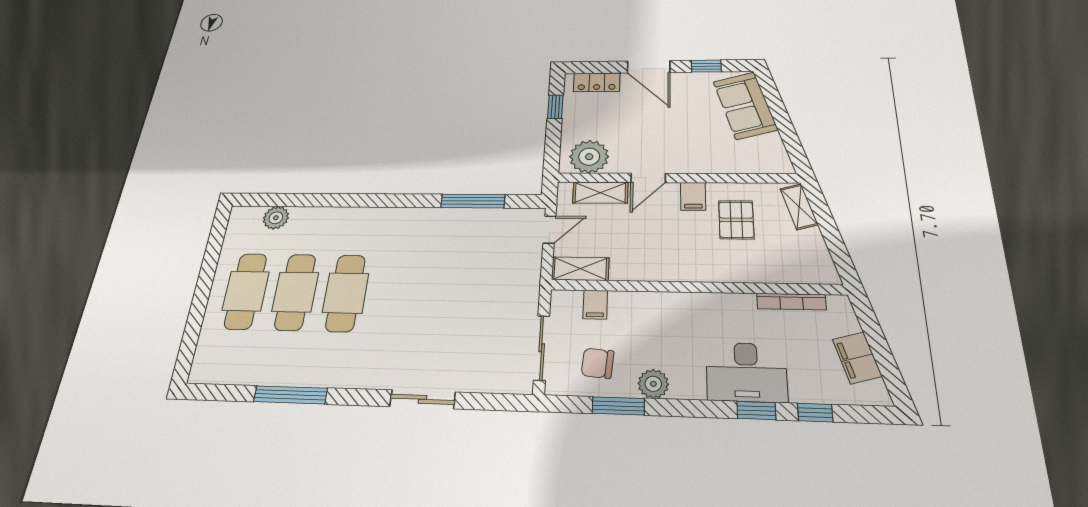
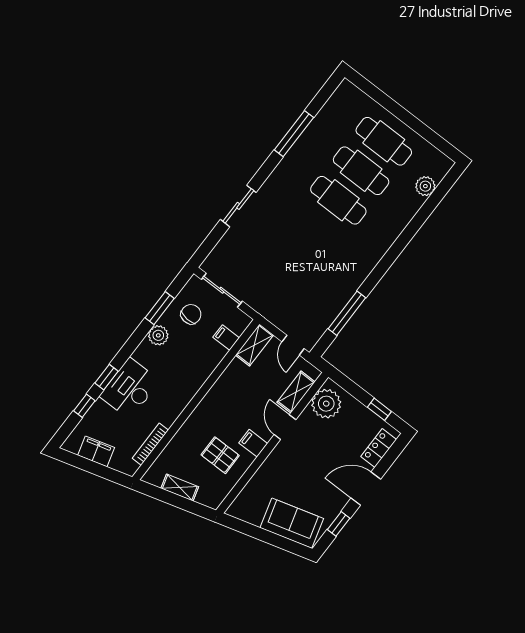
shelving: (799, 207) -> (180, 488), moved

